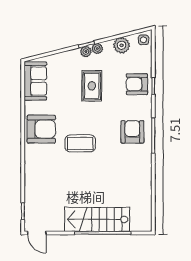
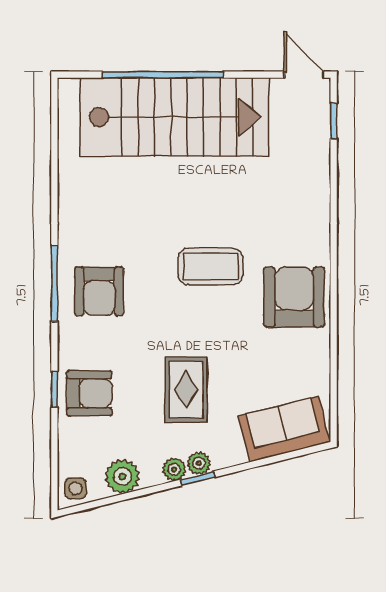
sofa: (35, 81) -> (284, 429), moved, turned 76
armchair: (41, 129) -> (294, 297), turned 90
stairs: (97, 219) -> (174, 117), width x1.36, depth x1.51

